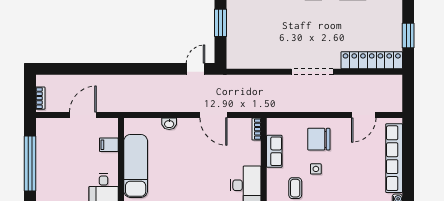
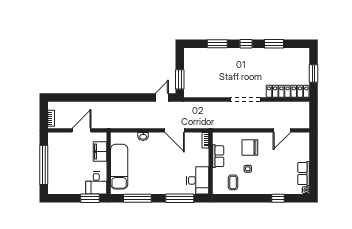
window: (220, 23) -> (180, 79), moved
filing cabinet: (109, 145) -> (100, 151), width x2.00
row of seats: (394, 158) -> (304, 173), width x0.50

